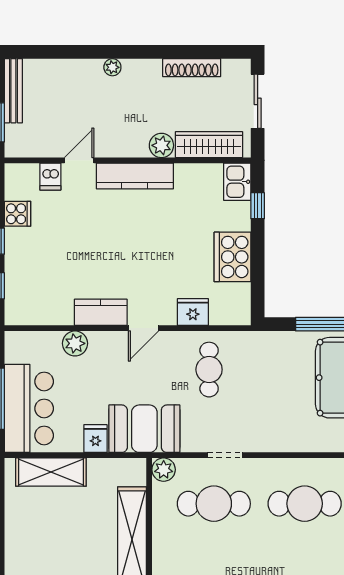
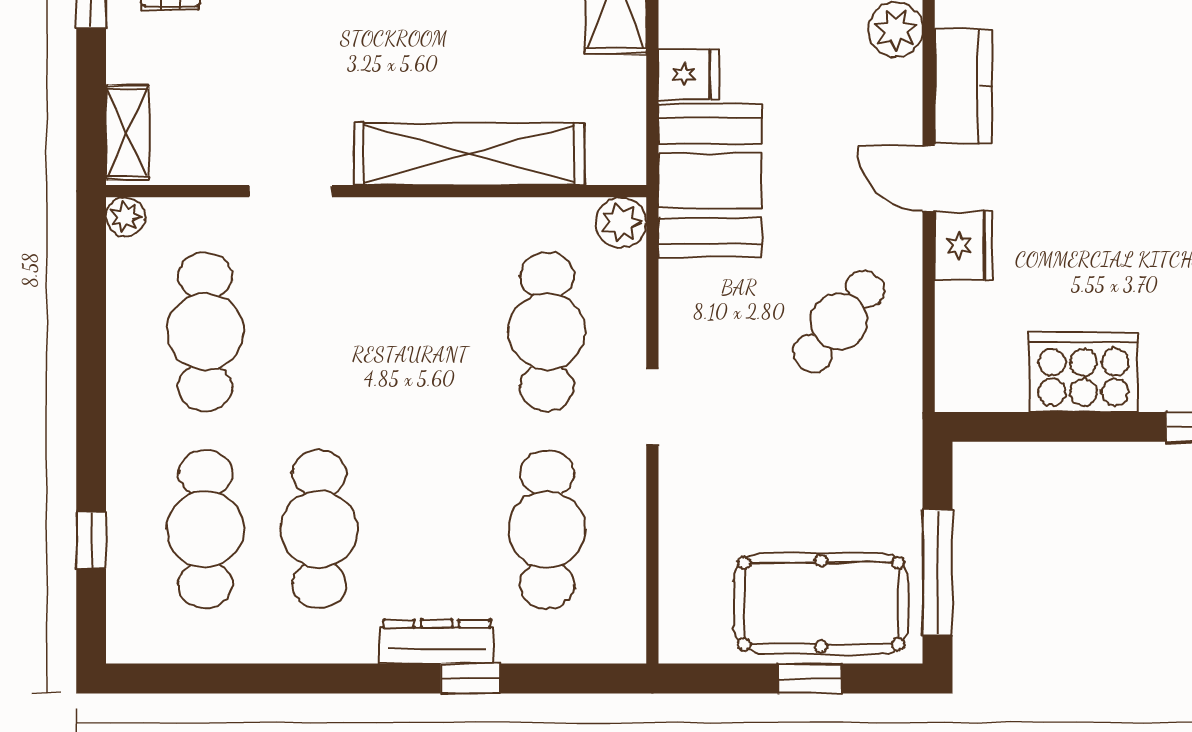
fridge: (193, 312) -> (964, 245), moved
cafe table: (209, 370) -> (839, 321), turned -51
doorway: (225, 455) -> (652, 407), moved

